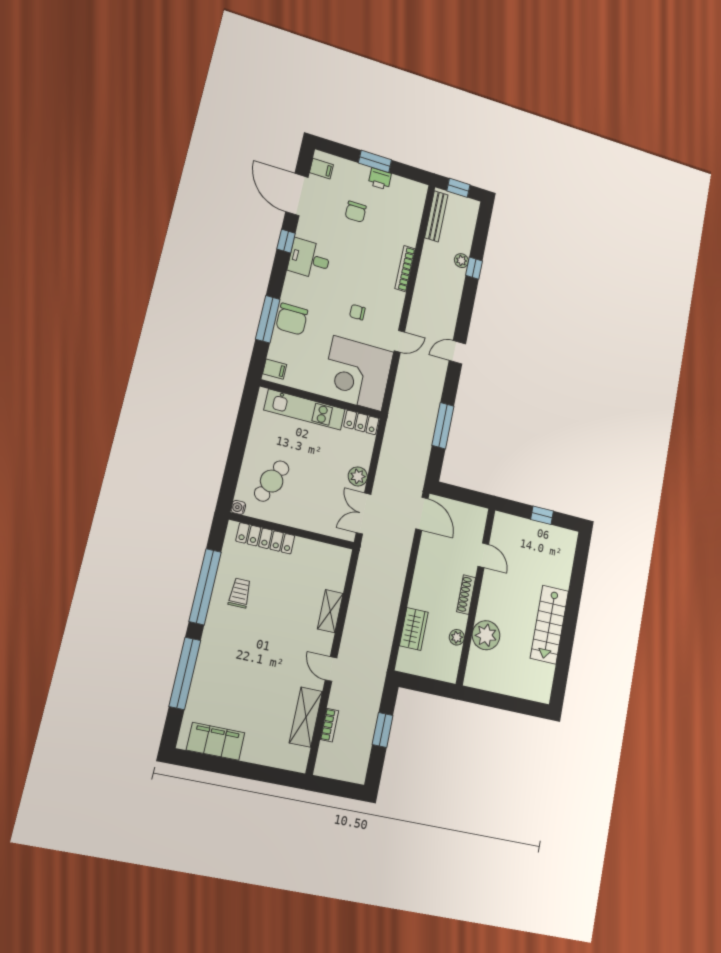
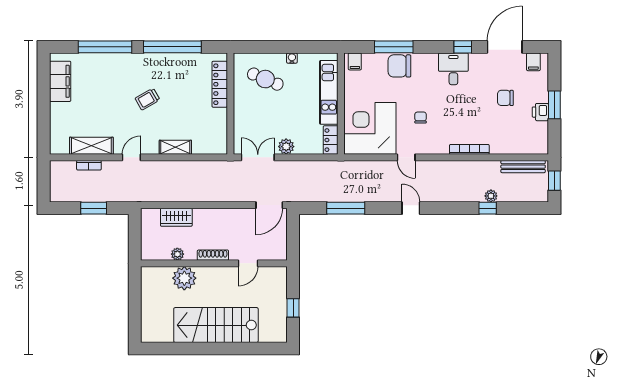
water cooler: (238, 507) -> (292, 58), moved
trolley: (240, 593) -> (147, 99), moved, turned 150
stairs: (549, 625) -> (216, 325), width x1.36, depth x1.51

